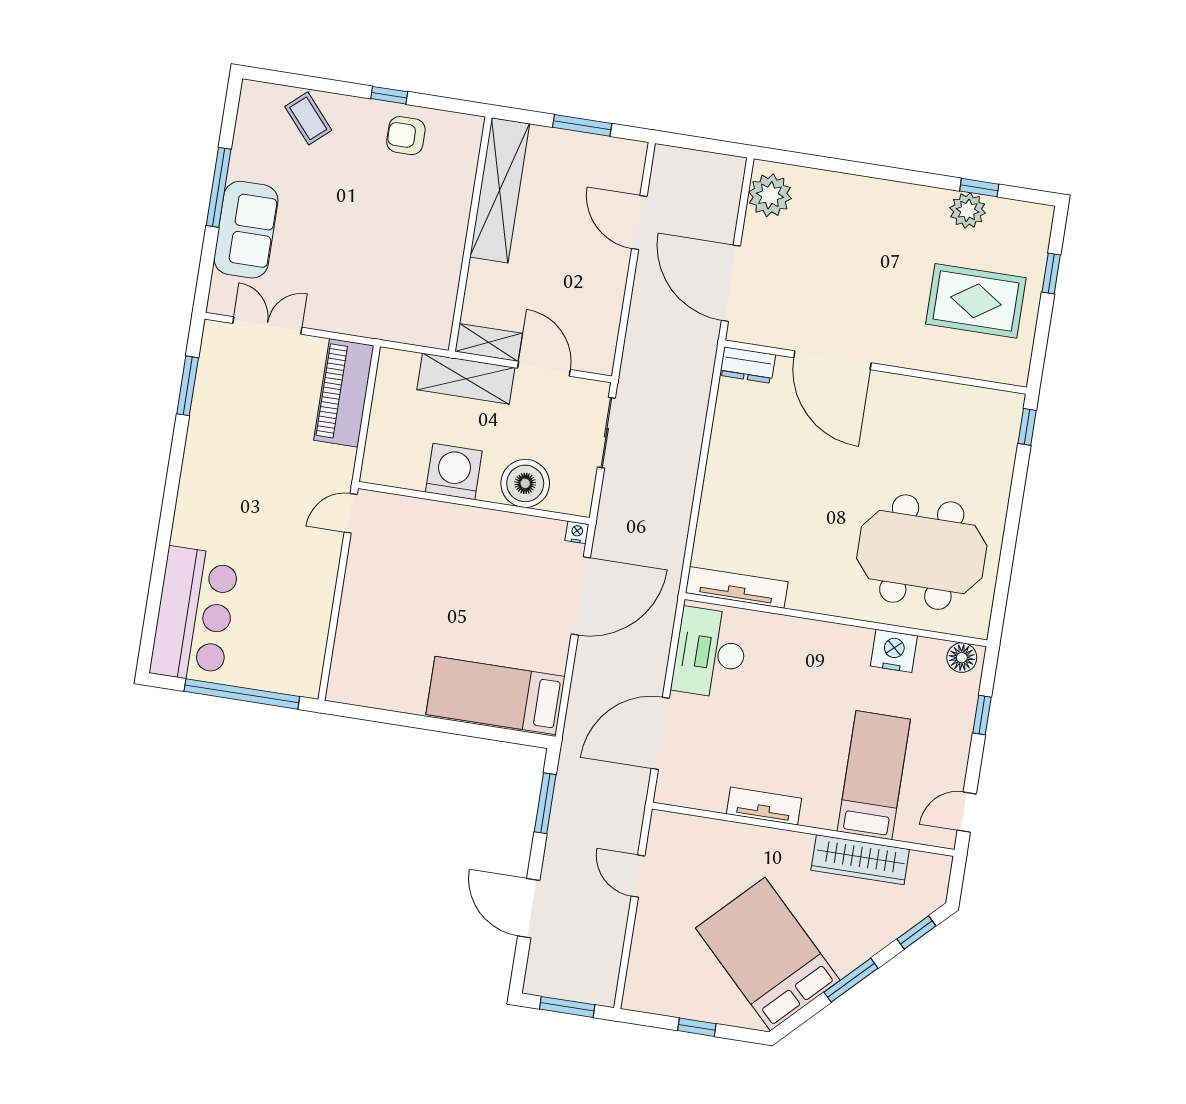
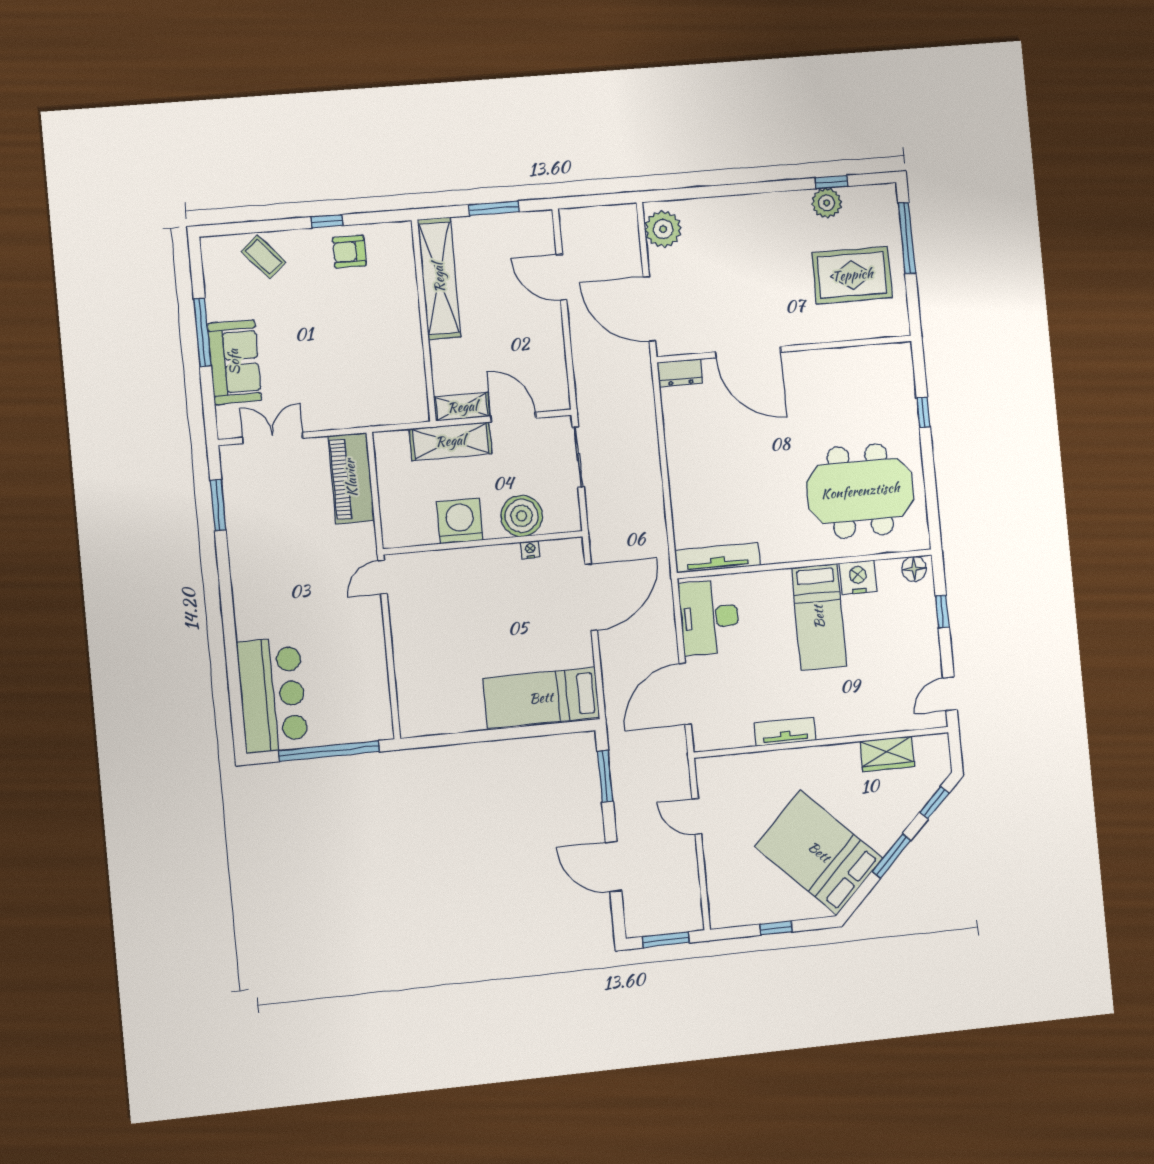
window: (1051, 273) -> (907, 238), width x2.17
window: (1027, 427) -> (923, 412), moved
nightstand: (577, 532) -> (530, 550), moved
bed: (874, 775) -> (819, 617), moved, turned 180
wardrobe: (860, 860) -> (887, 754), width x0.67

